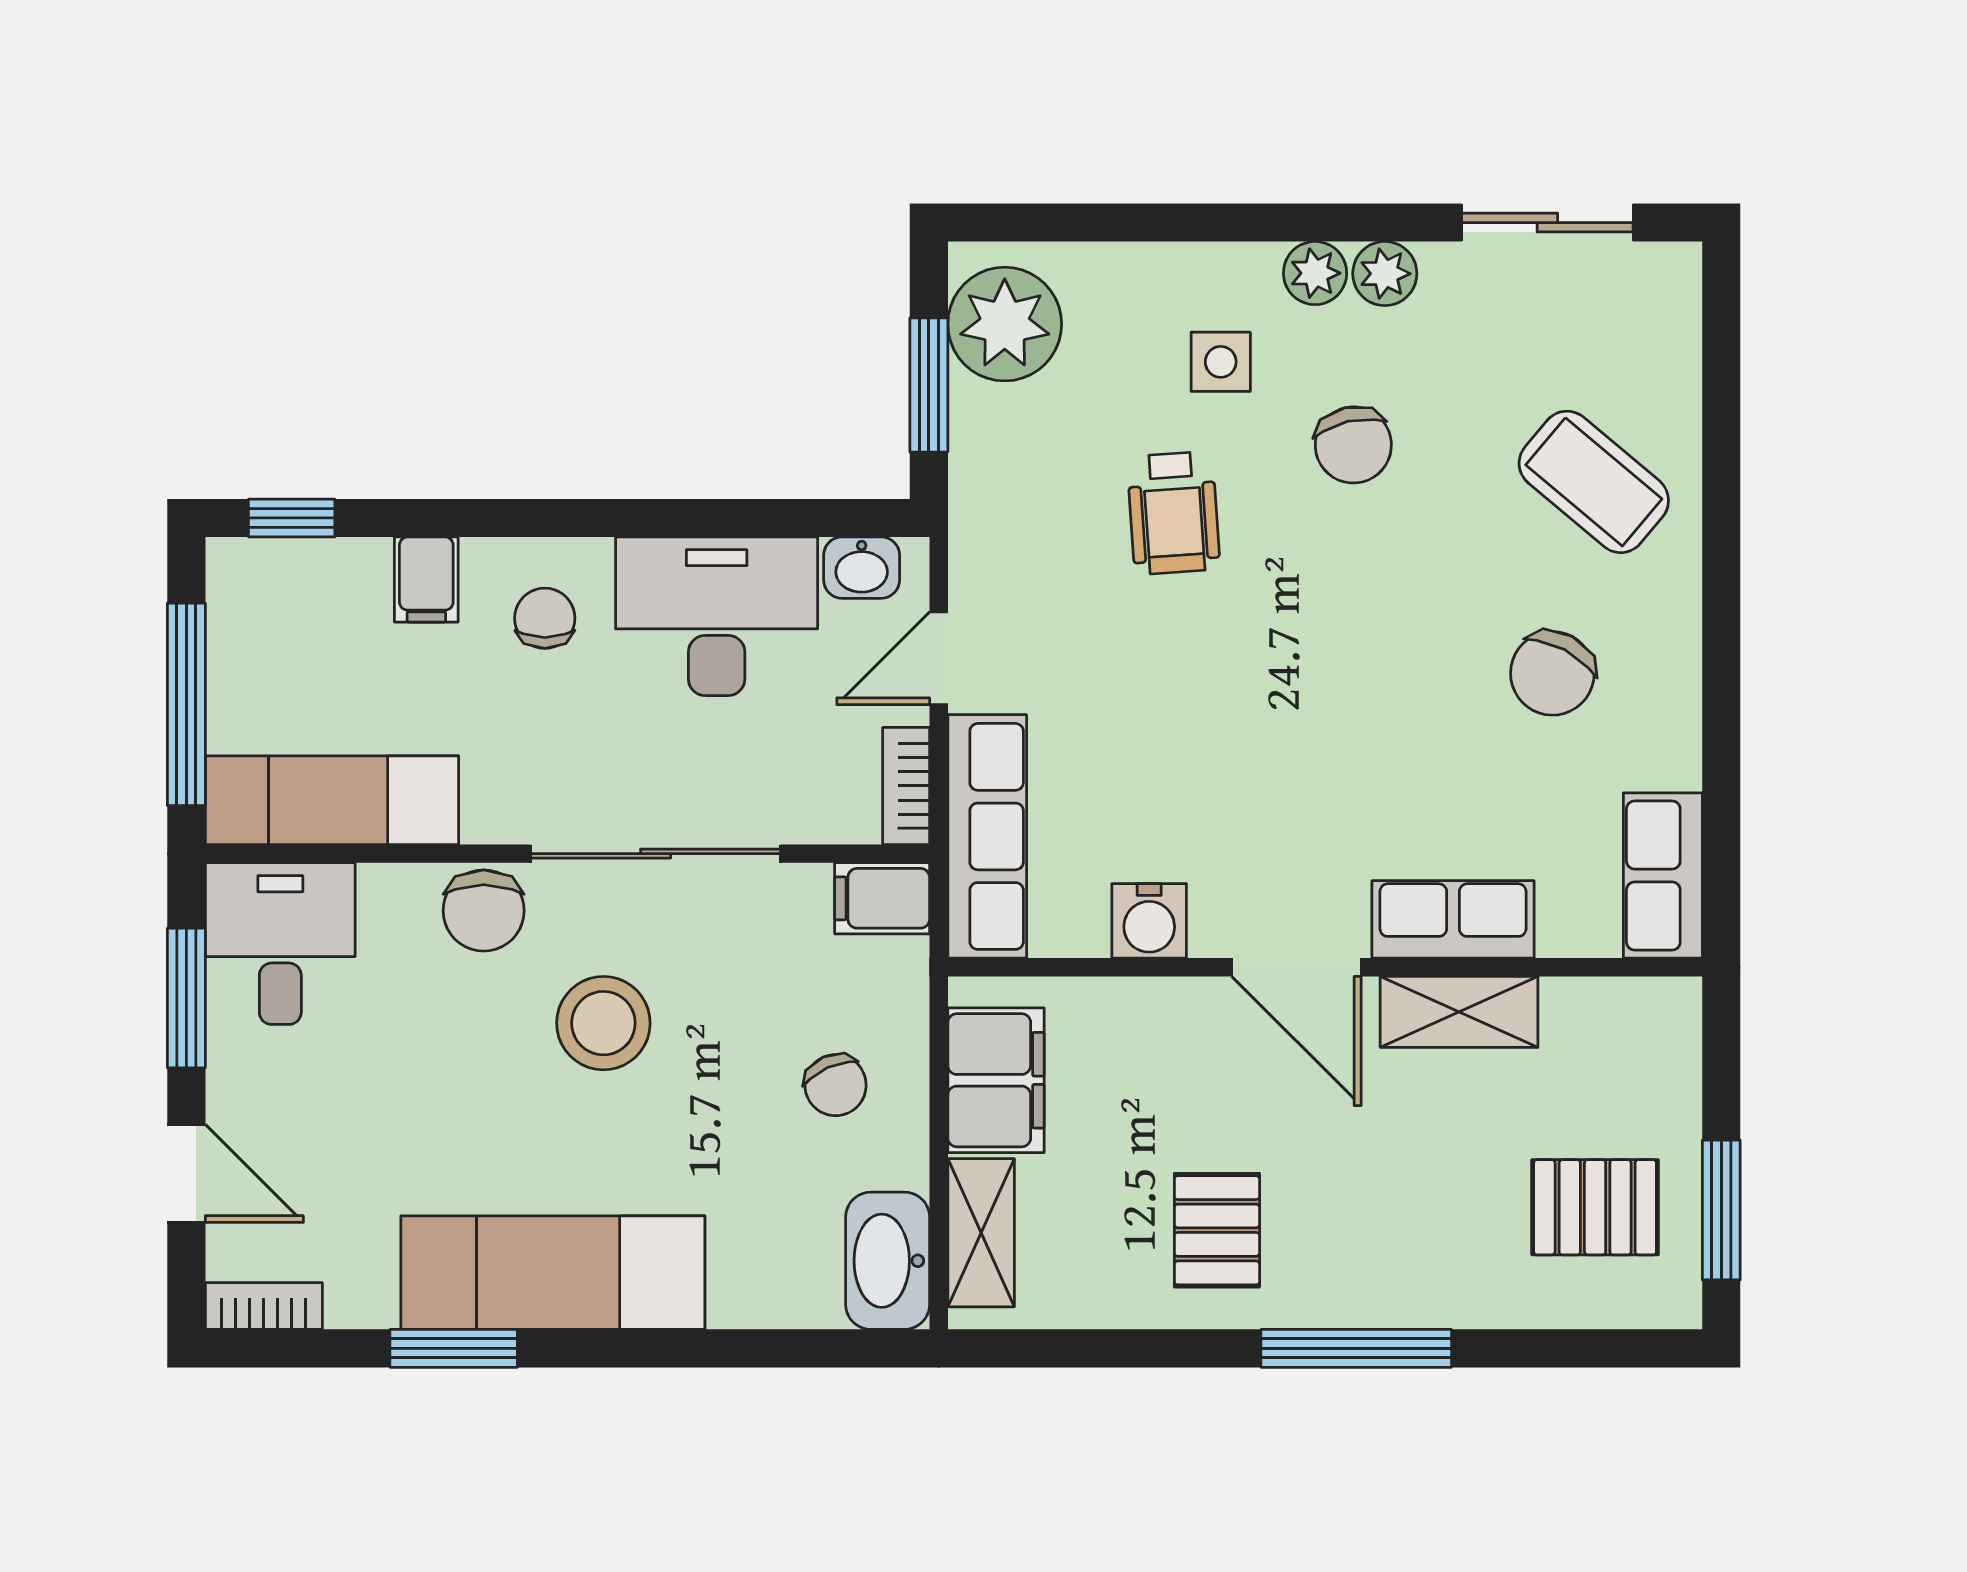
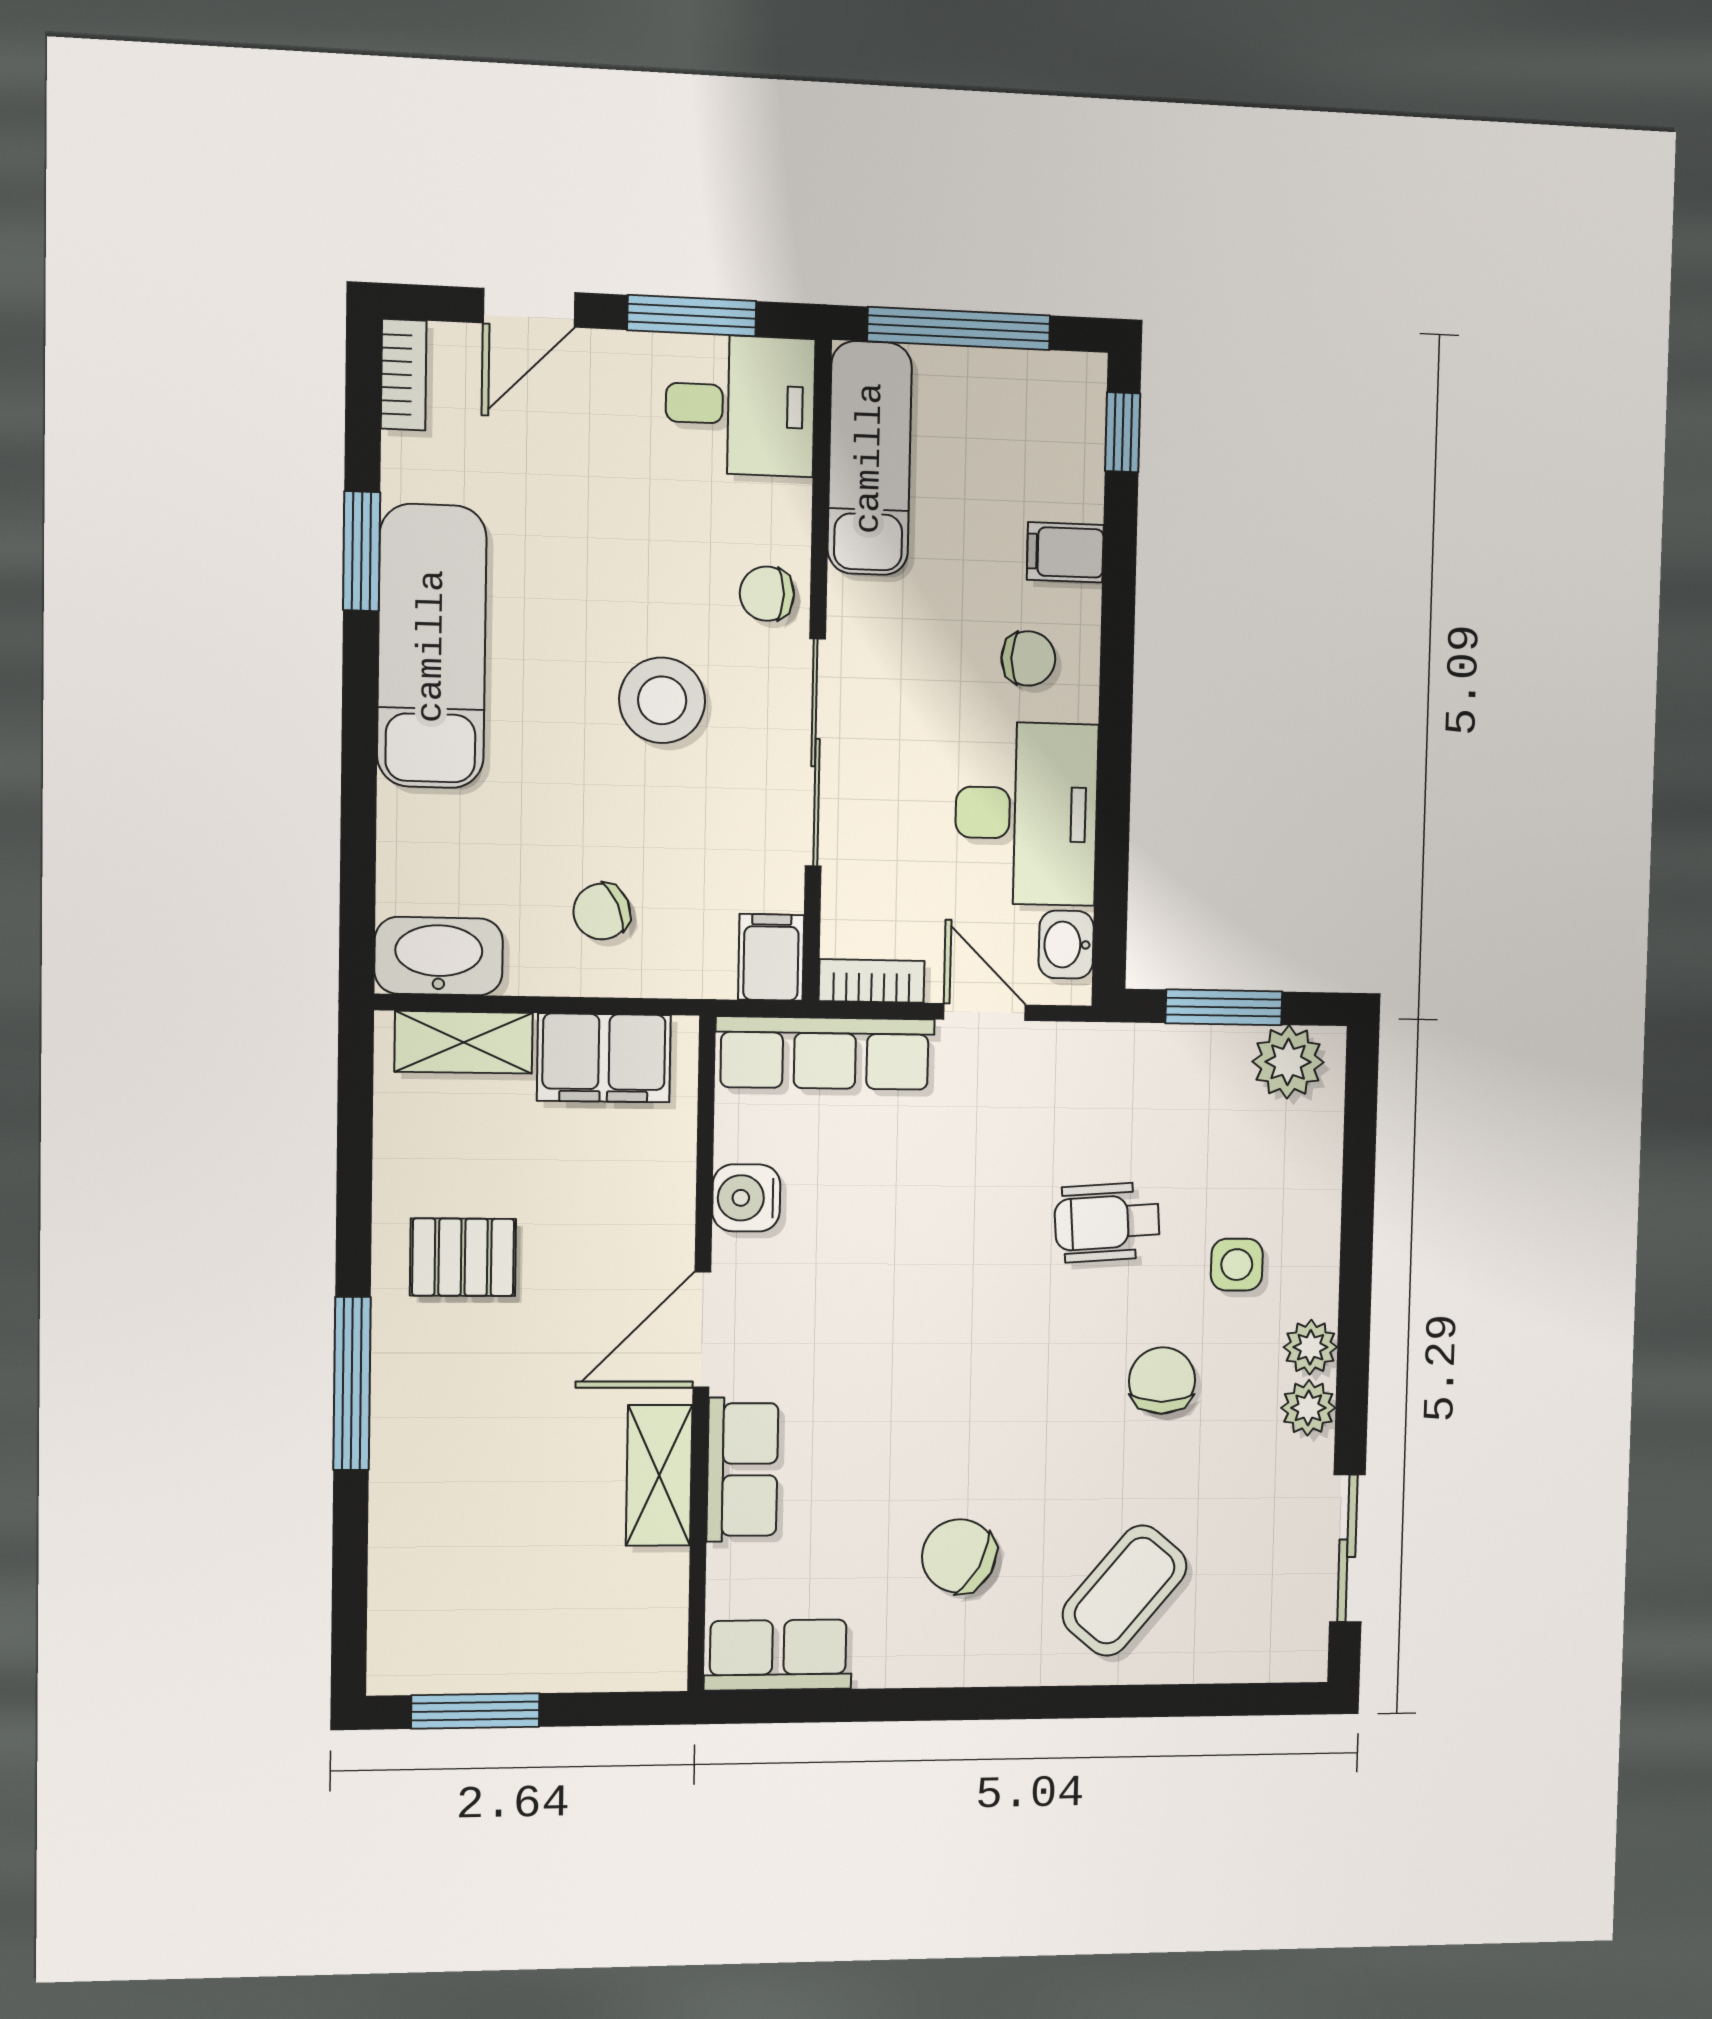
plant: (1005, 324) -> (1288, 1062), width x0.73, depth x0.73
chair: (1353, 445) -> (1162, 1381), turned 103
chair: (484, 911) -> (767, 594), width x0.73, depth x0.73
pallet: (1595, 1207) -> (479, 1598), removed

